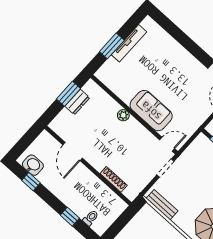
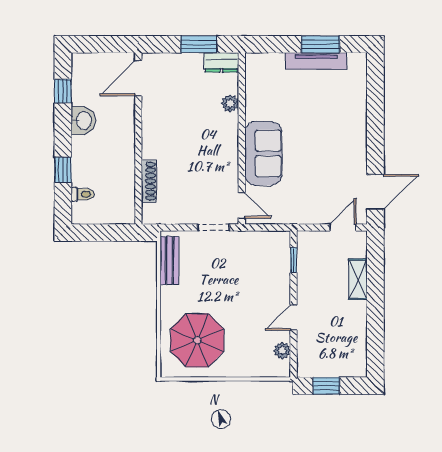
window: (112, 46) -> (320, 44), moved
dresser: (77, 102) -> (221, 62), moved
plant: (123, 115) -> (230, 103), moved
door: (73, 152) -> (138, 78), moved
washbasin: (33, 165) -> (83, 120), moved

